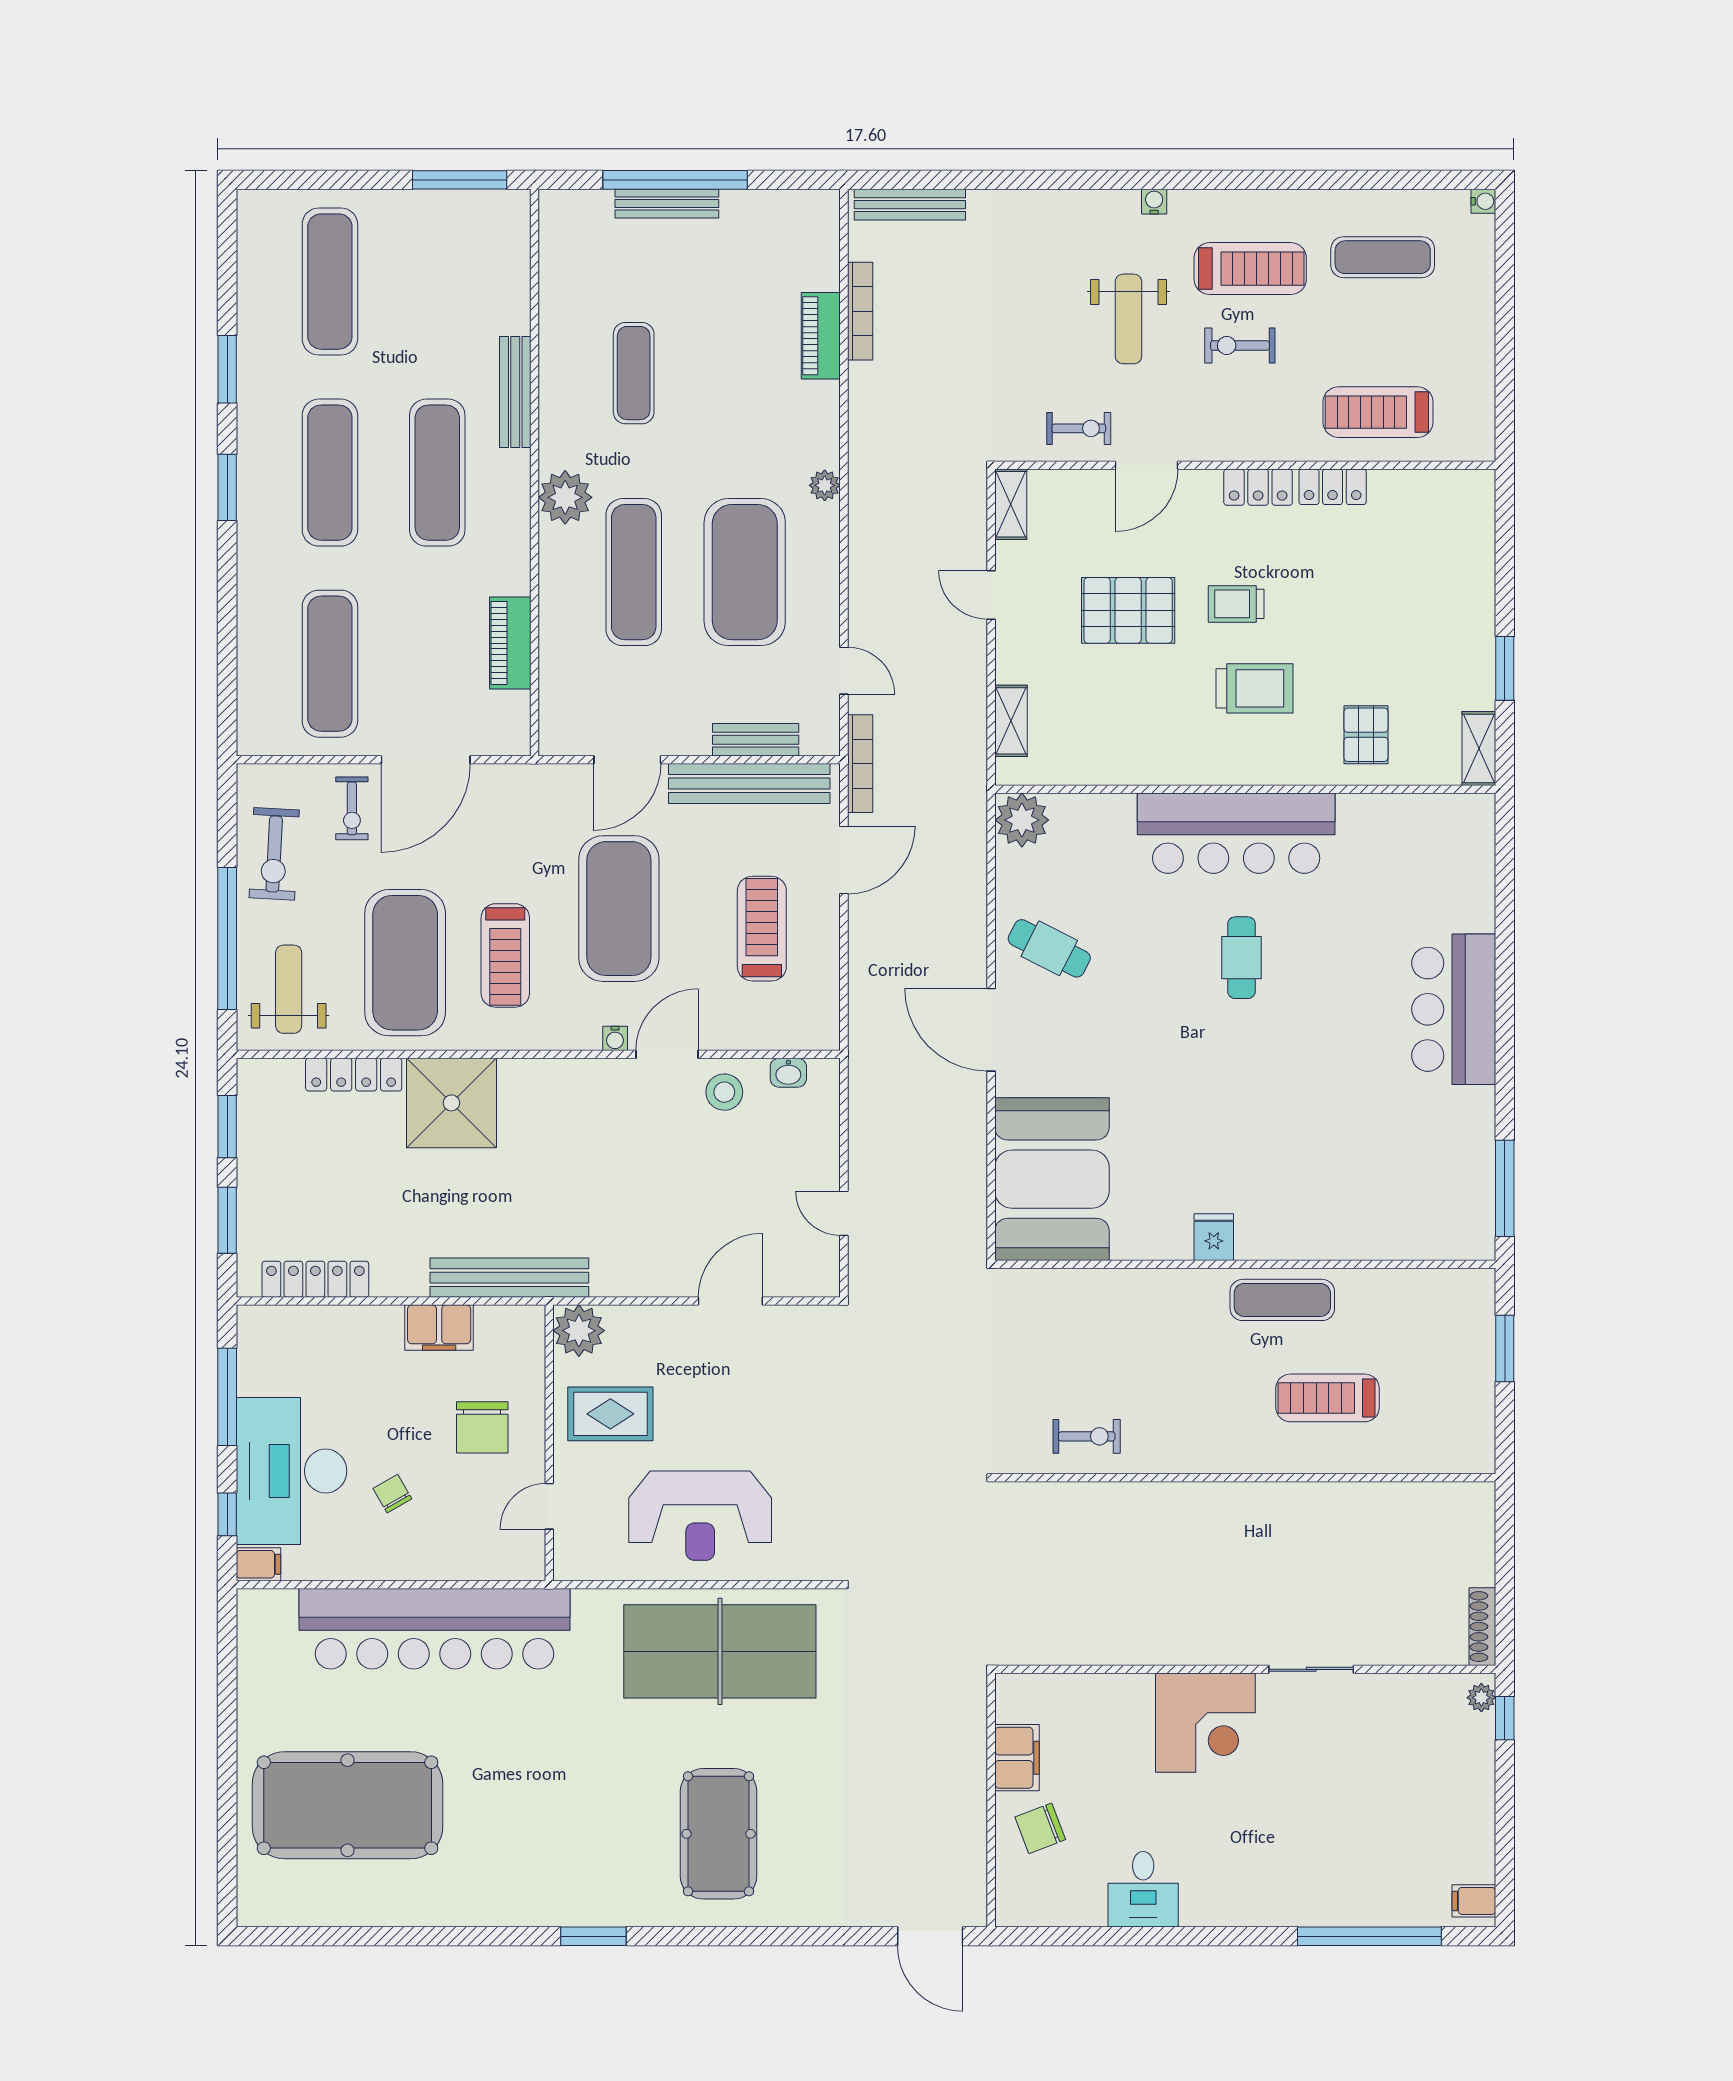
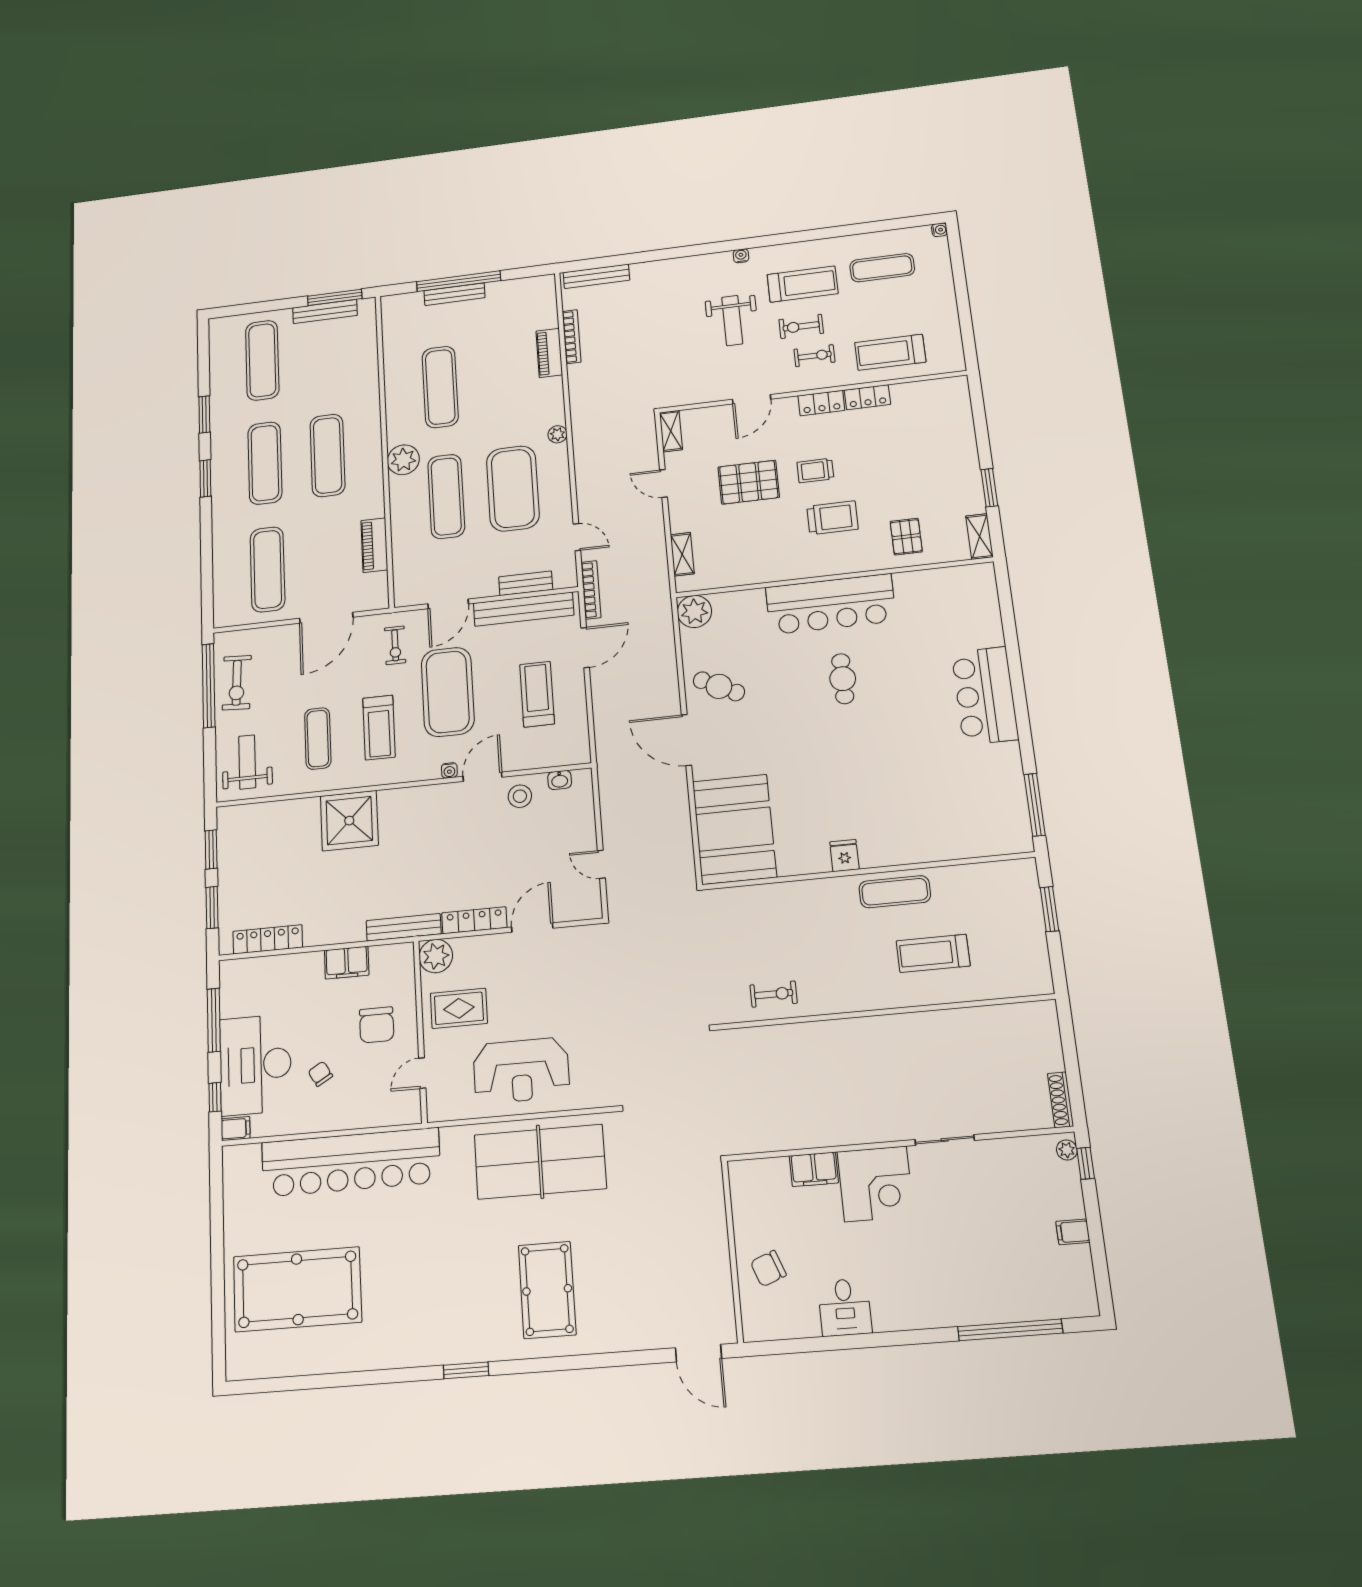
exercise mat: (634, 373) -> (440, 387), width x1.36, depth x1.45
bench: (515, 392) -> (325, 312), moved, turned 90
exercise bike: (1079, 428) -> (815, 356), moved
exercise bike: (352, 808) -> (395, 645), moved
window: (227, 939) -> (209, 686), moved
exercise mat: (405, 963) -> (318, 738), width x0.50, depth x0.69
locker: (354, 1075) -> (474, 920), moved, turned 180
bench: (509, 1278) -> (404, 927), width x0.73, depth x0.82
filing cabinet: (1017, 1758) -> (814, 1169), moved, turned 90
filing cabinet: (1474, 1901) -> (1073, 1232), moved

